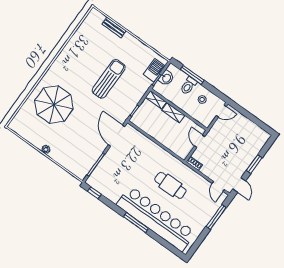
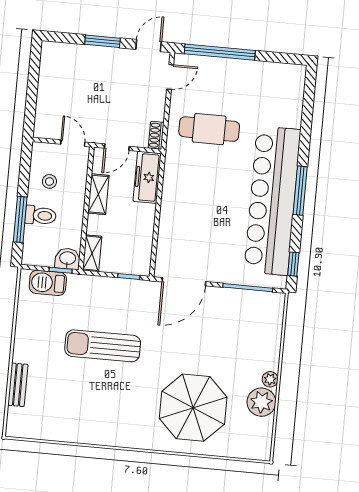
washbasin: (166, 78) -> (68, 259), moved
door: (221, 111) -> (73, 143), moved
shelving: (173, 113) -> (98, 194), moved
plant: (37, 139) -> (261, 402), added
freezer: (177, 147) -> (147, 177), added
cafe table: (170, 185) -> (209, 129), moved, turned 90
window: (216, 217) -> (220, 52), width x1.46
bar counter: (156, 219) -> (272, 201), moved
window: (136, 223) -> (300, 191), moved

